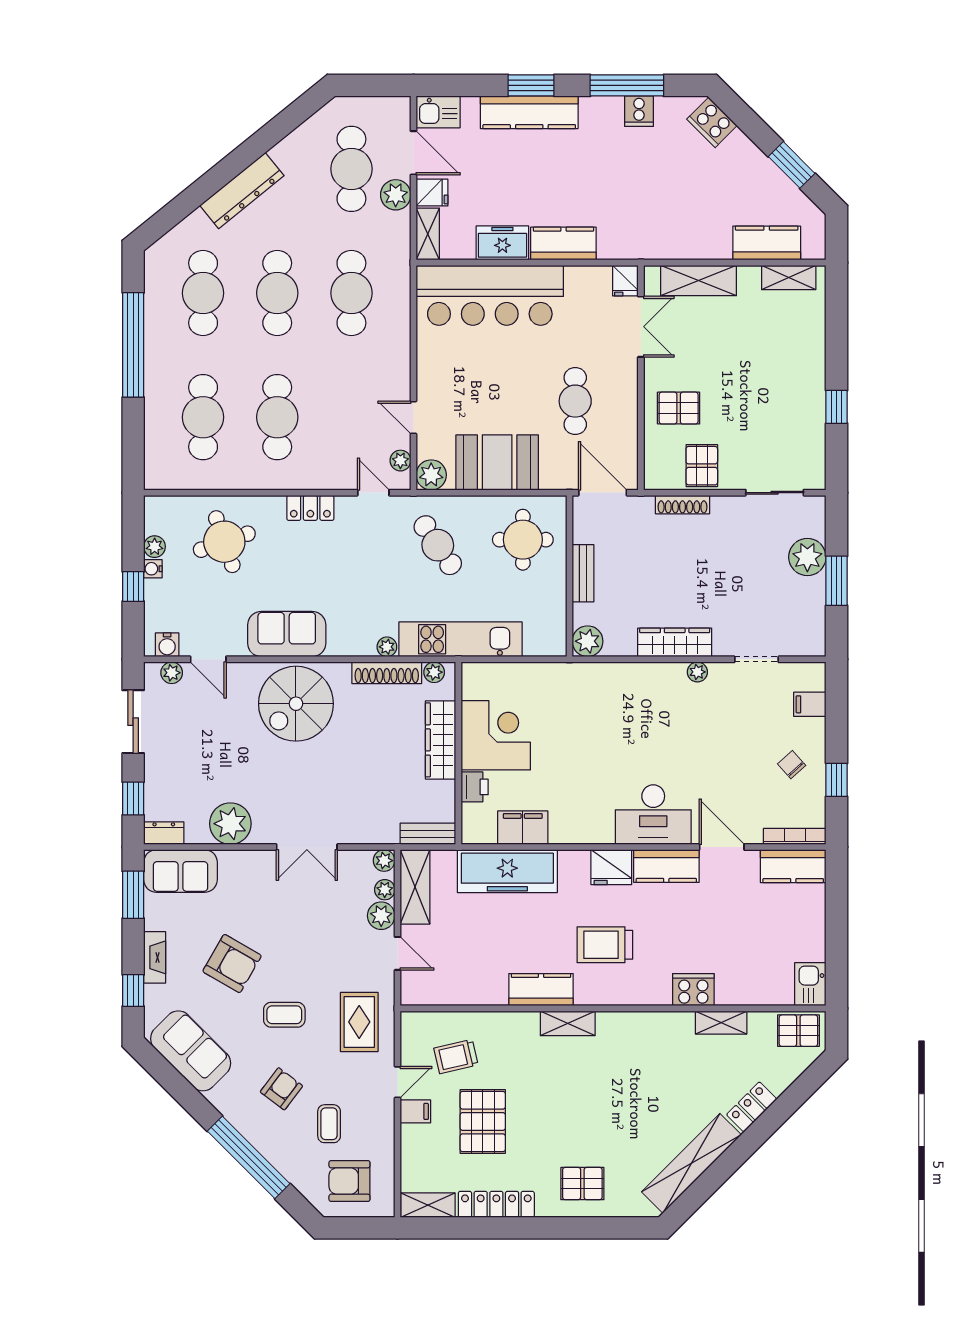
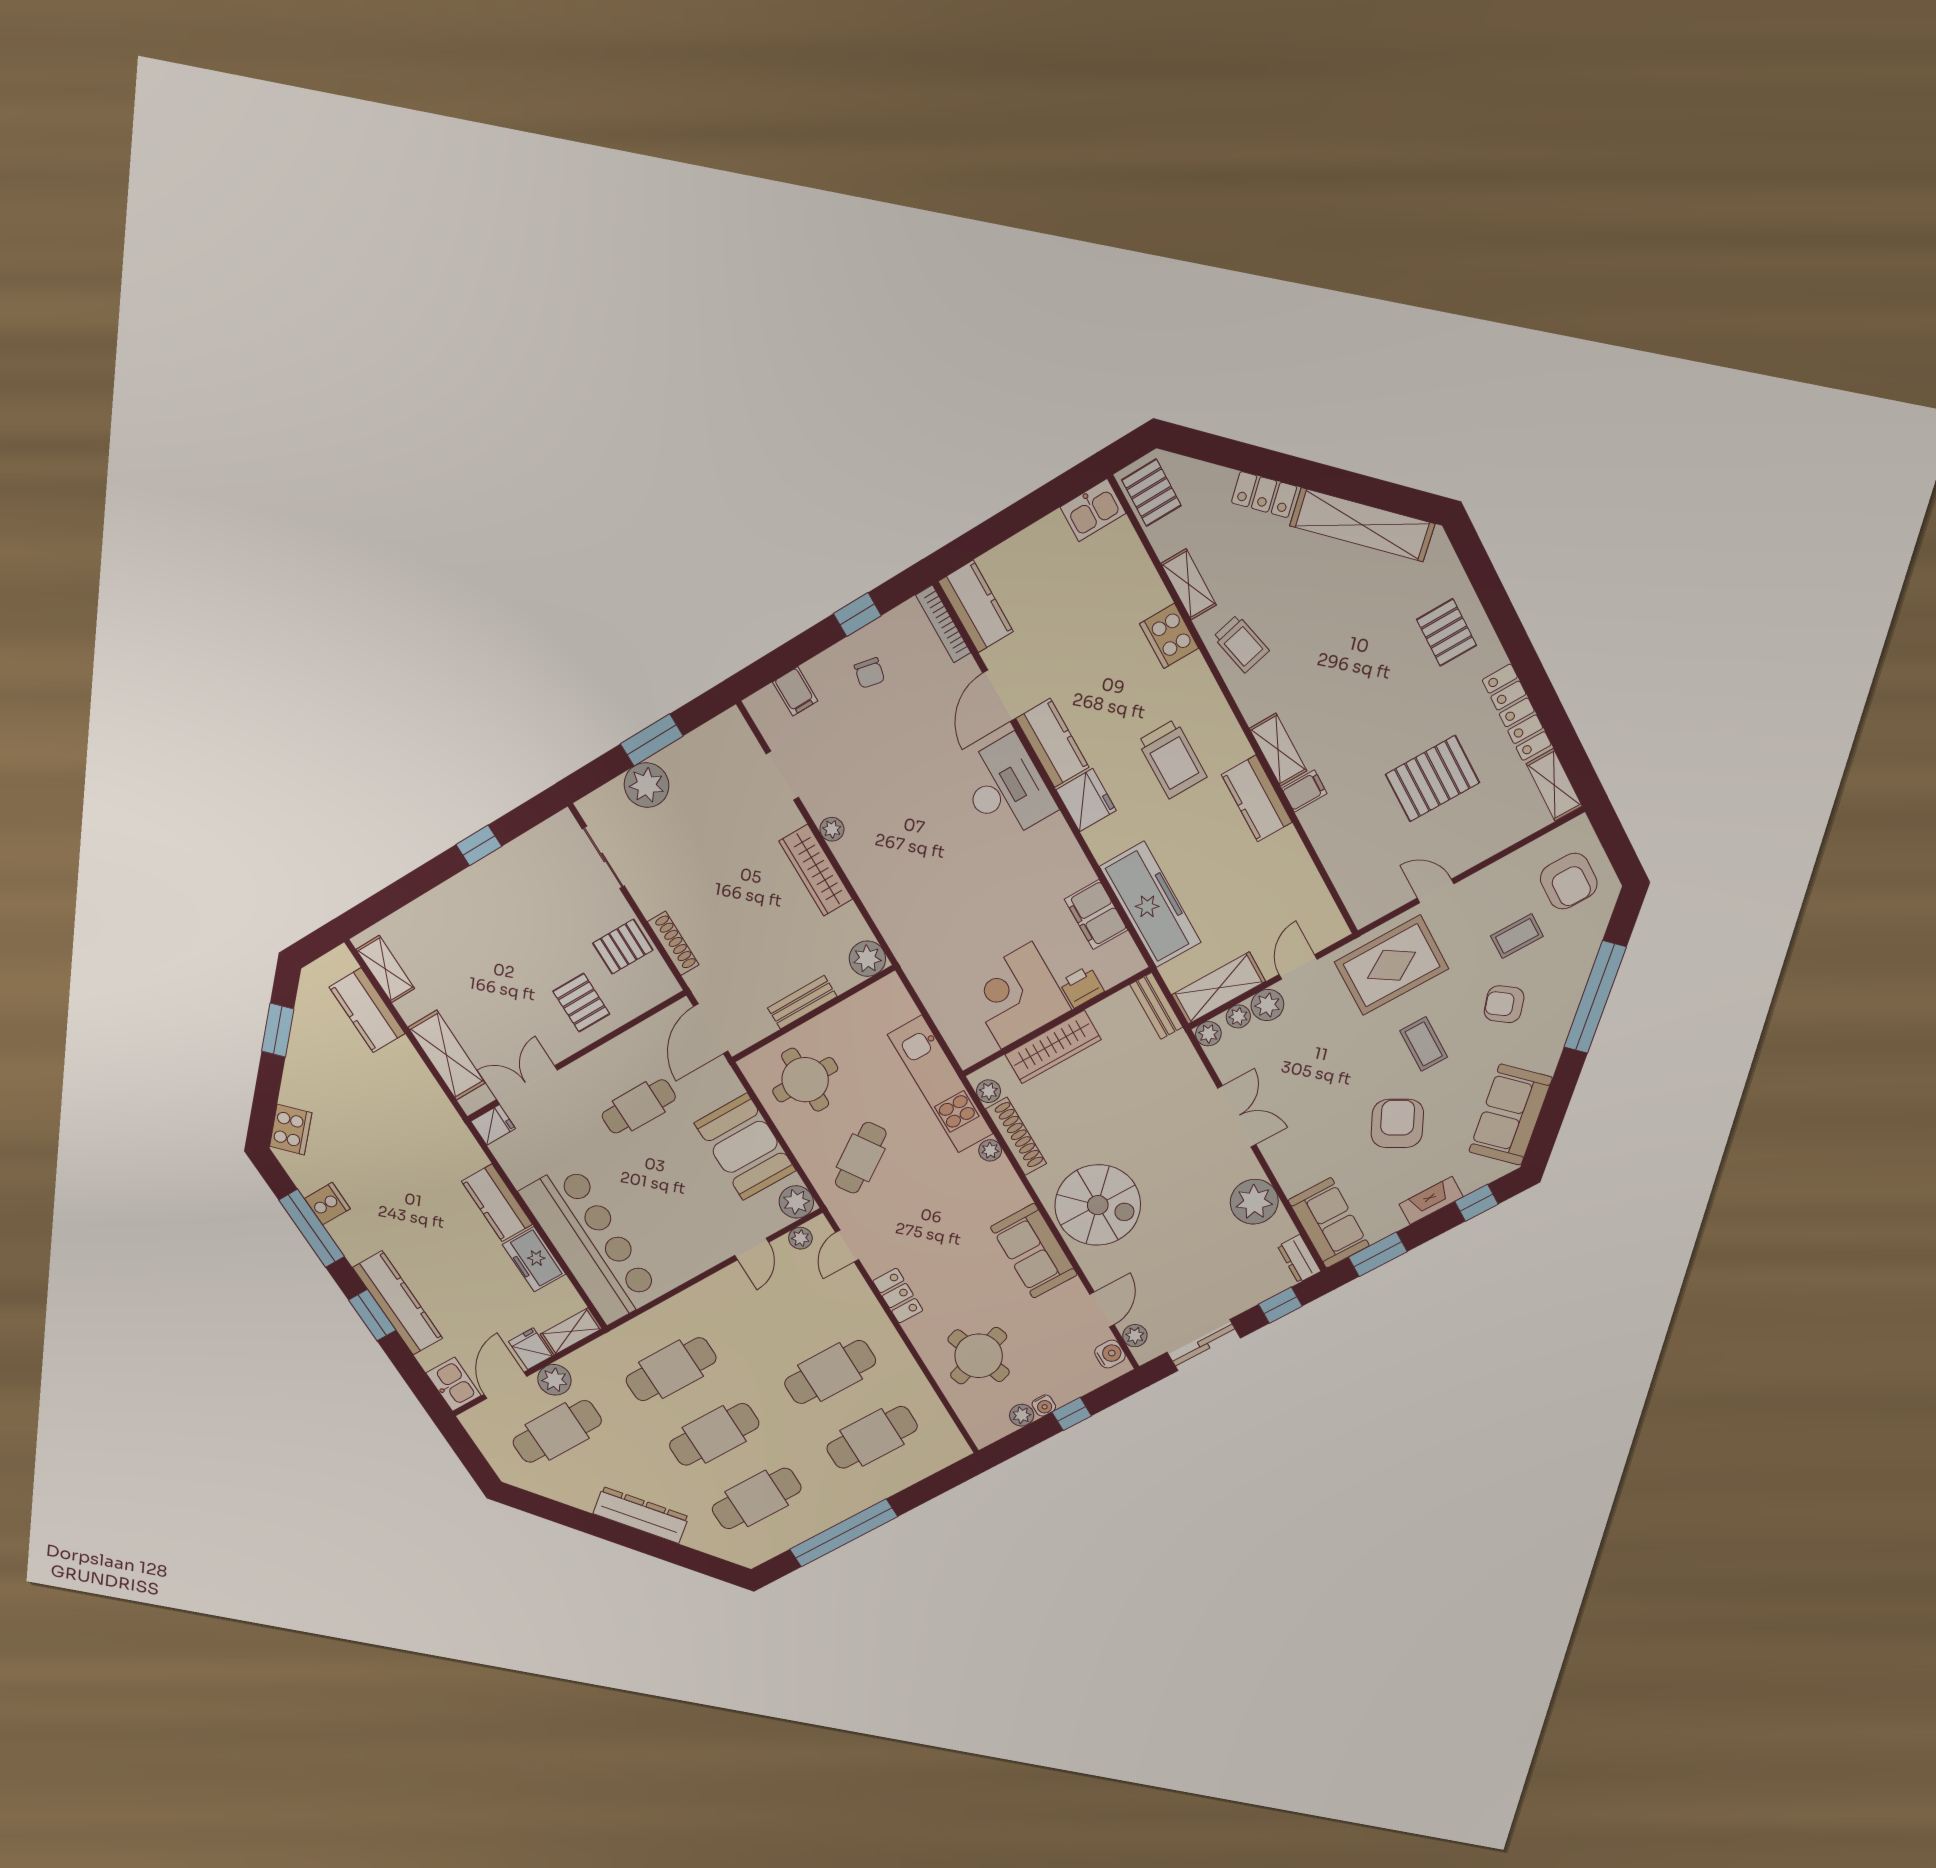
chair: (792, 765) -> (869, 673), turned -36
rug: (359, 1022) -> (1391, 965), width x1.36, depth x1.43
trolley: (456, 1057) -> (1241, 644), moved
filing cabinet: (415, 1111) -> (1304, 791), moved, turned 90

